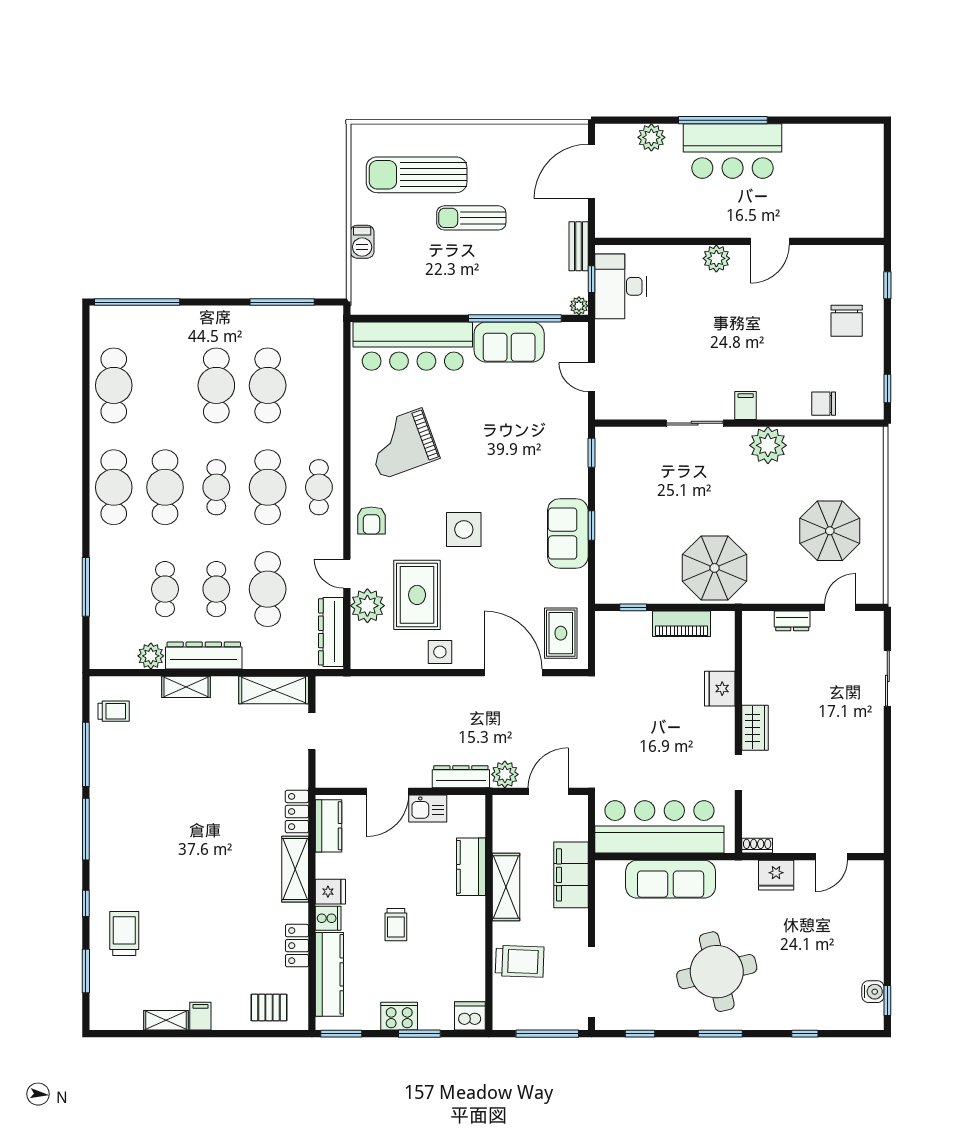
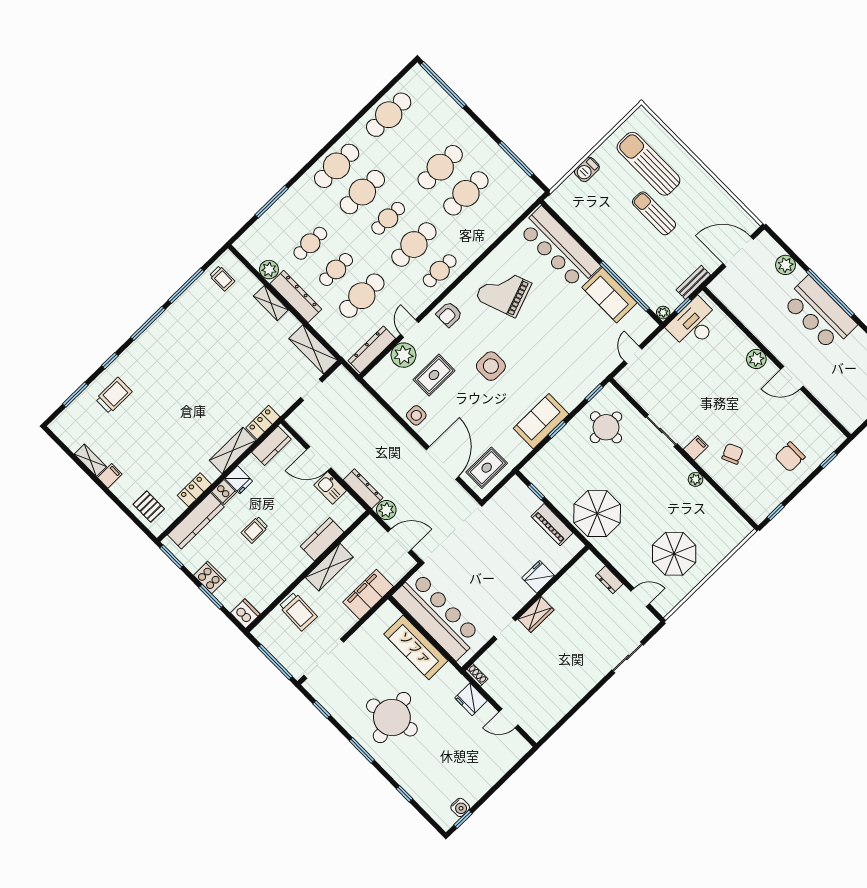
chair: (824, 404) -> (732, 454), moved, turned 66
plant: (768, 445) -> (696, 479), width x0.53, depth x0.53
round table: (637, 475) -> (606, 427), added
rug: (417, 595) -> (434, 375), width x0.73, depth x0.70

